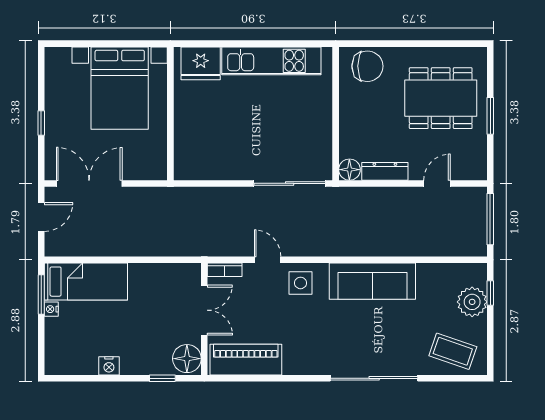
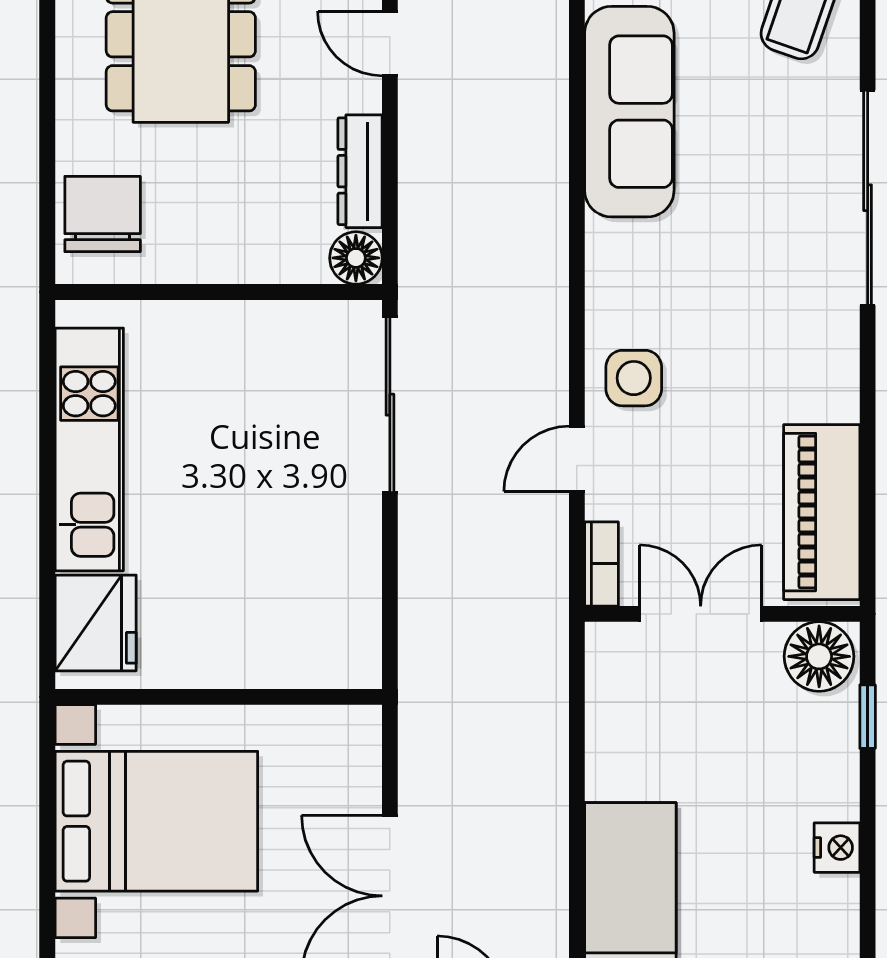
sofa: (372, 281) -> (629, 112), moved

